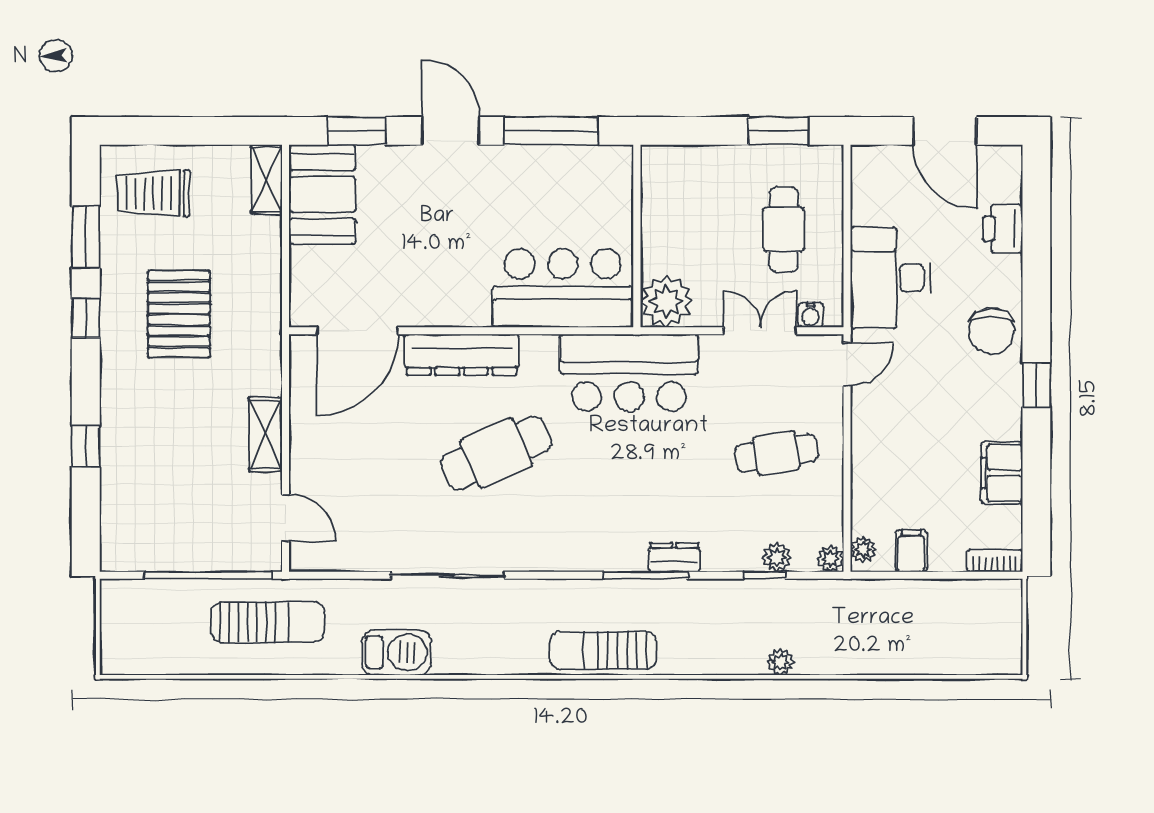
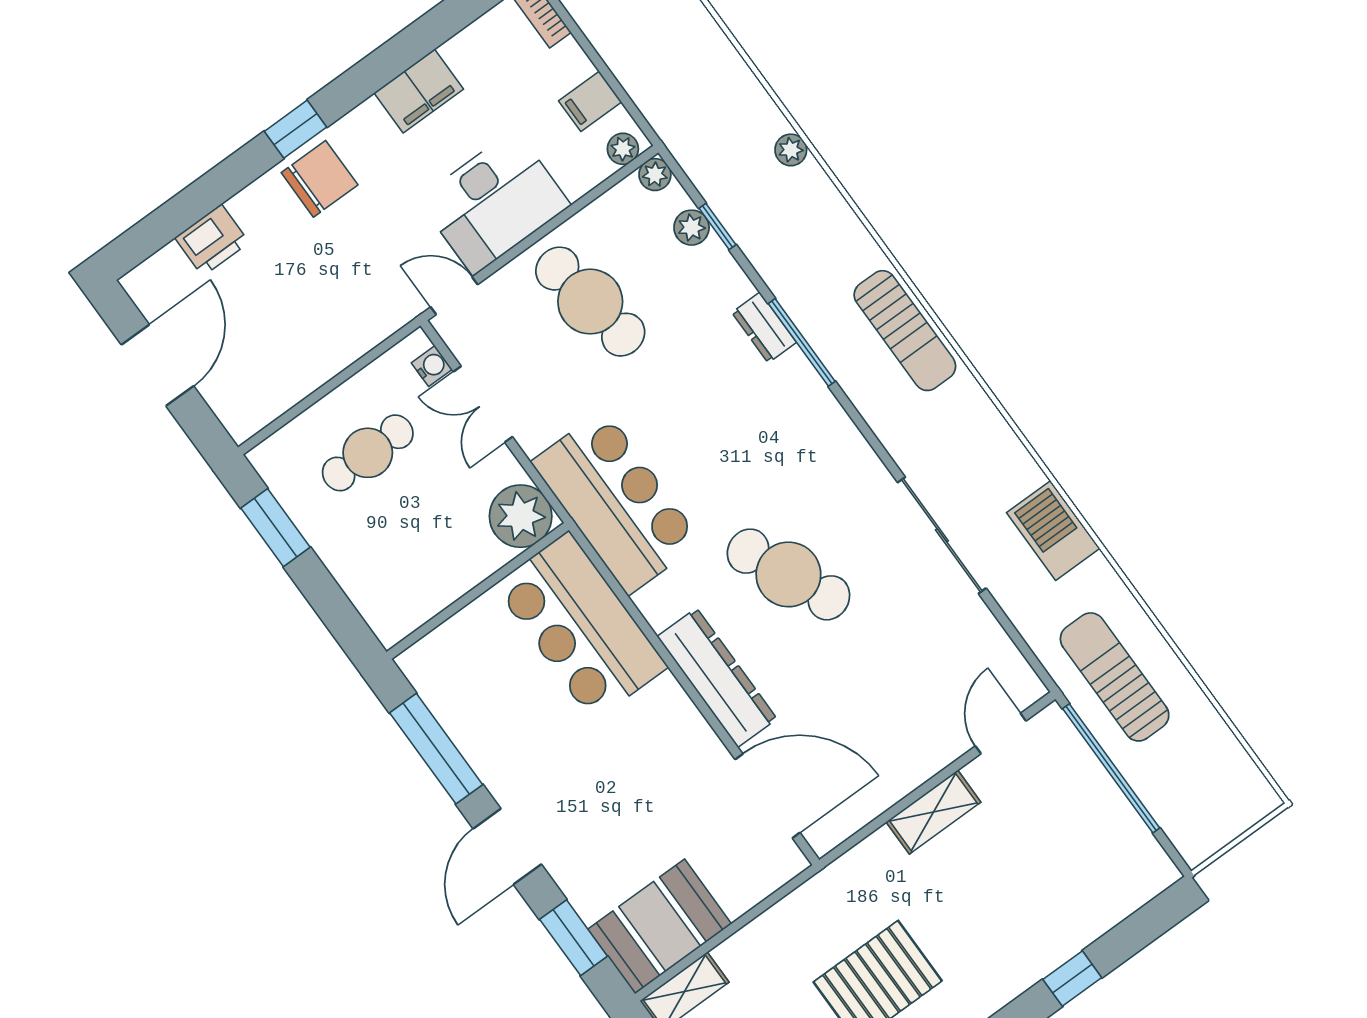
desk: (890, 278) -> (494, 202), moved
window: (1036, 385) -> (296, 129), moved
cafe table: (777, 453) -> (590, 302), width x1.37, depth x1.35
filing cabinet: (1002, 473) -> (419, 91), moved

